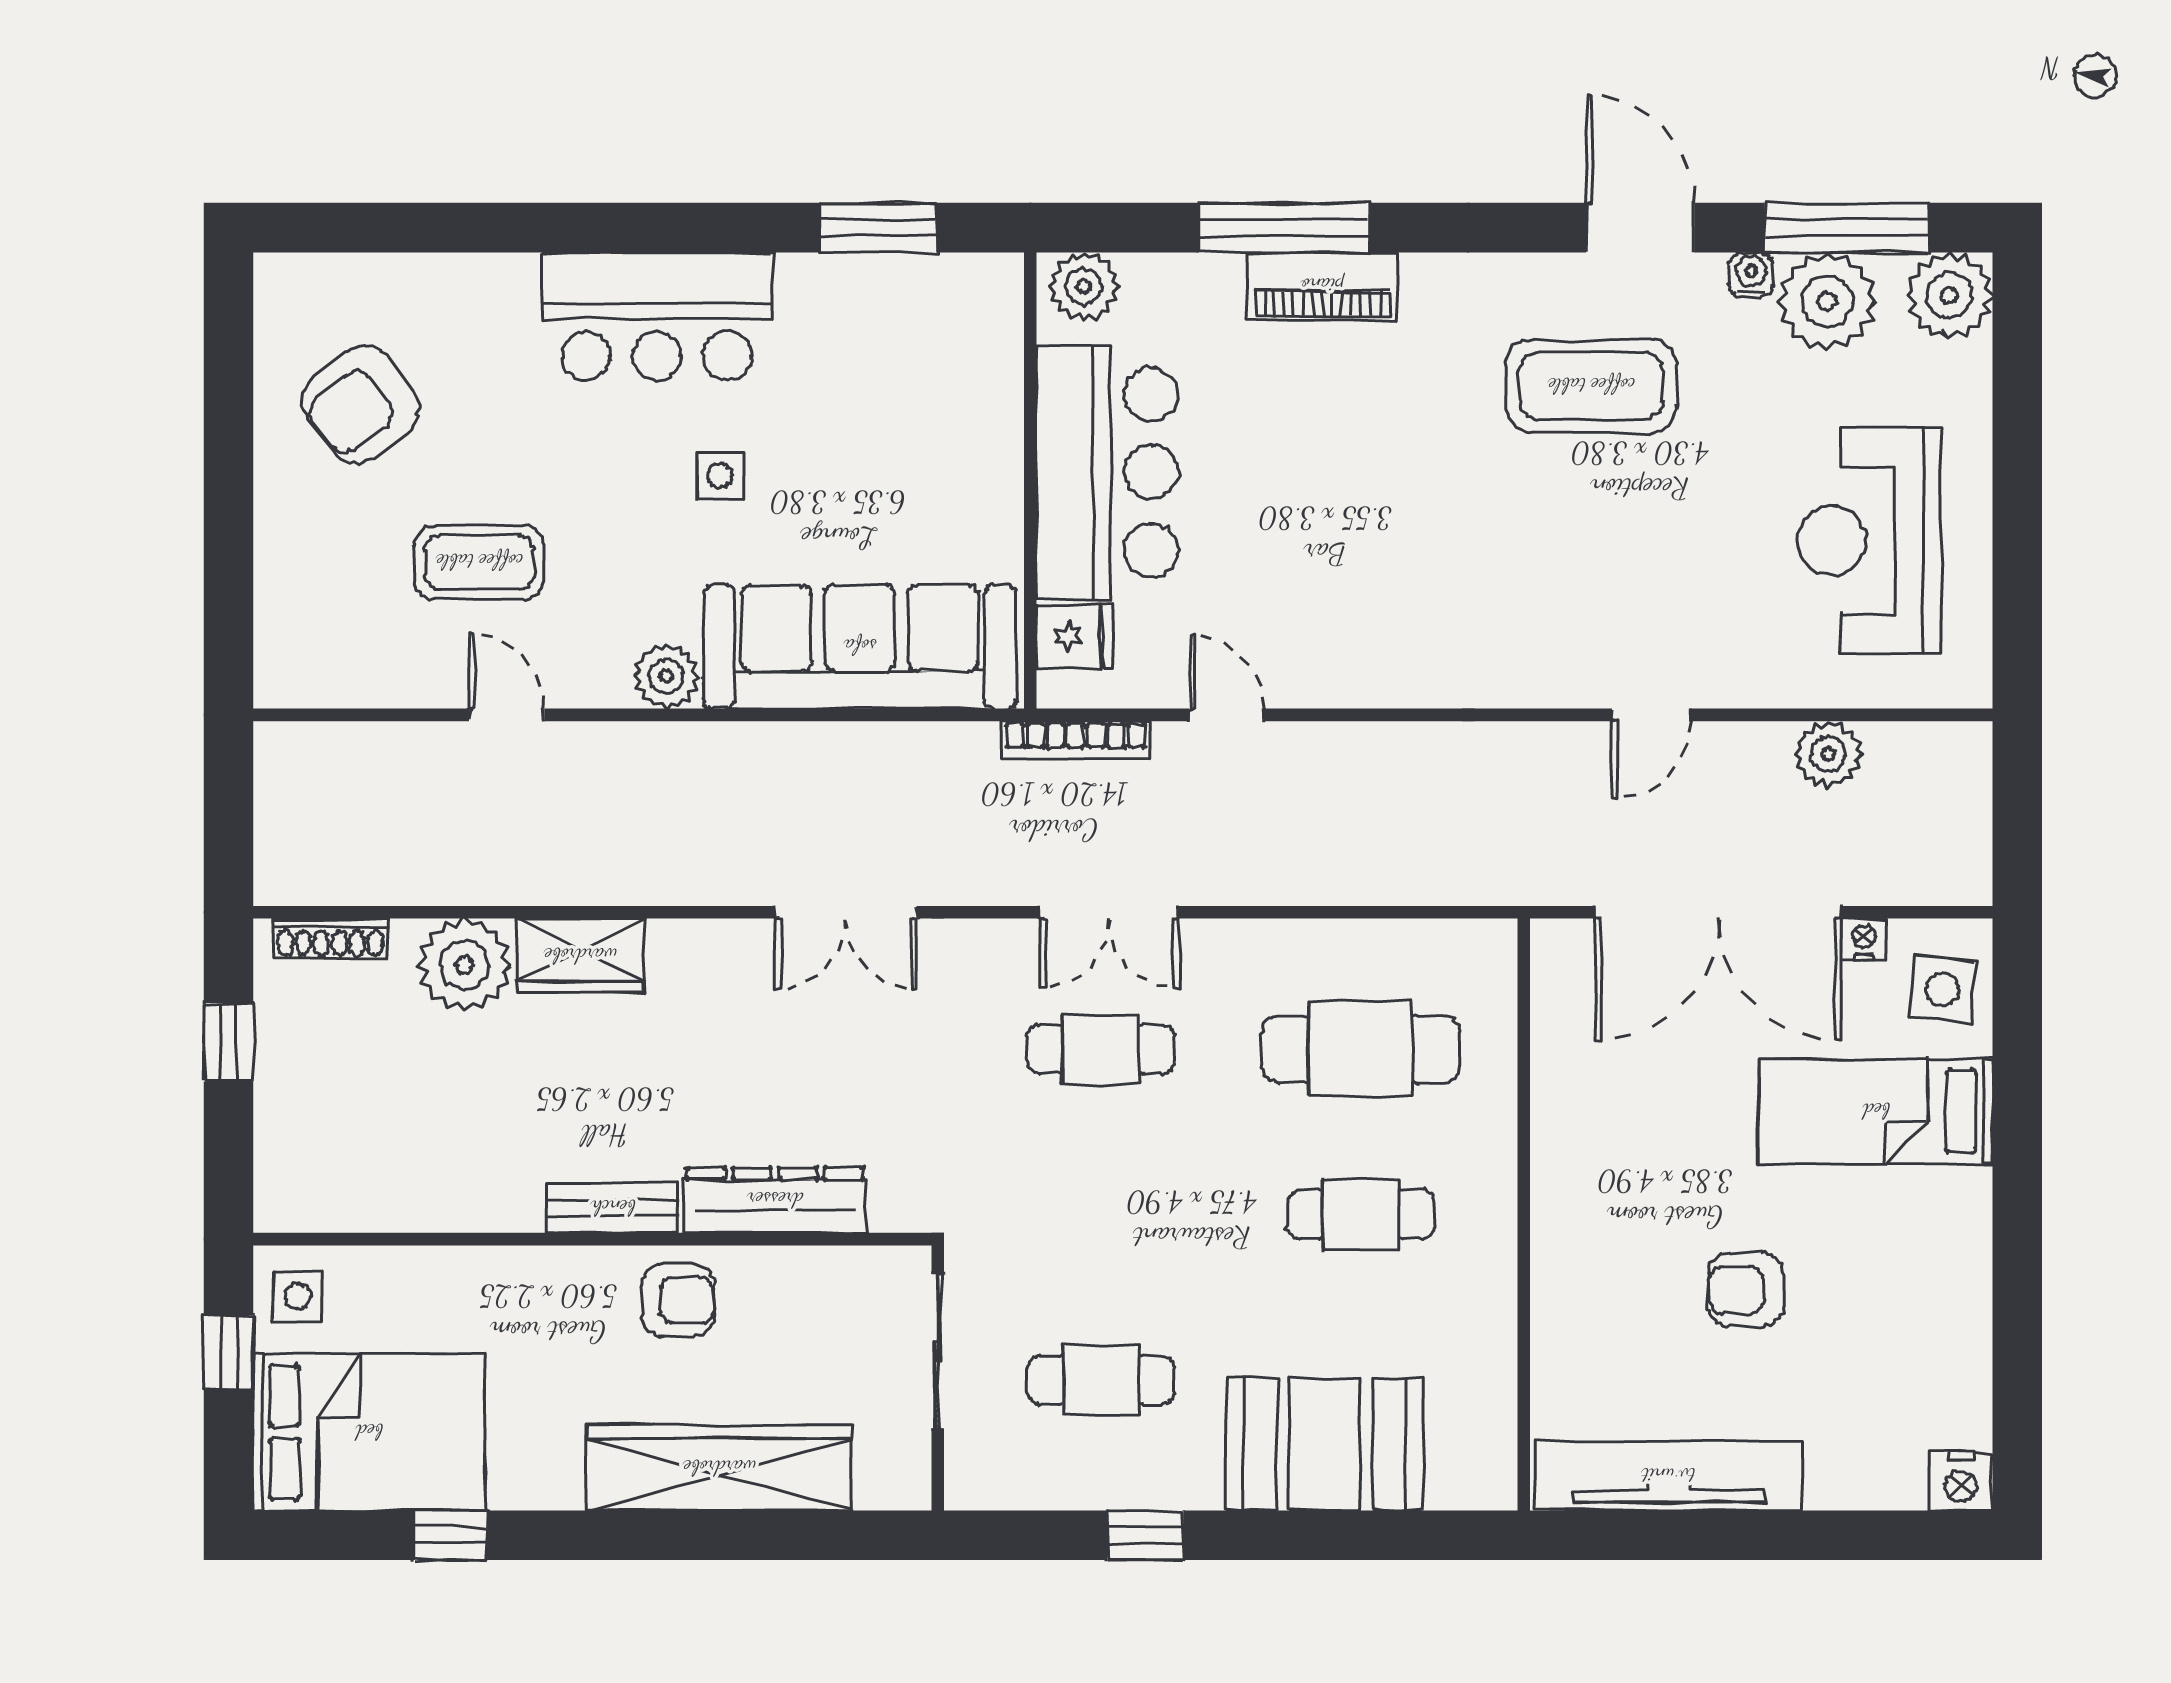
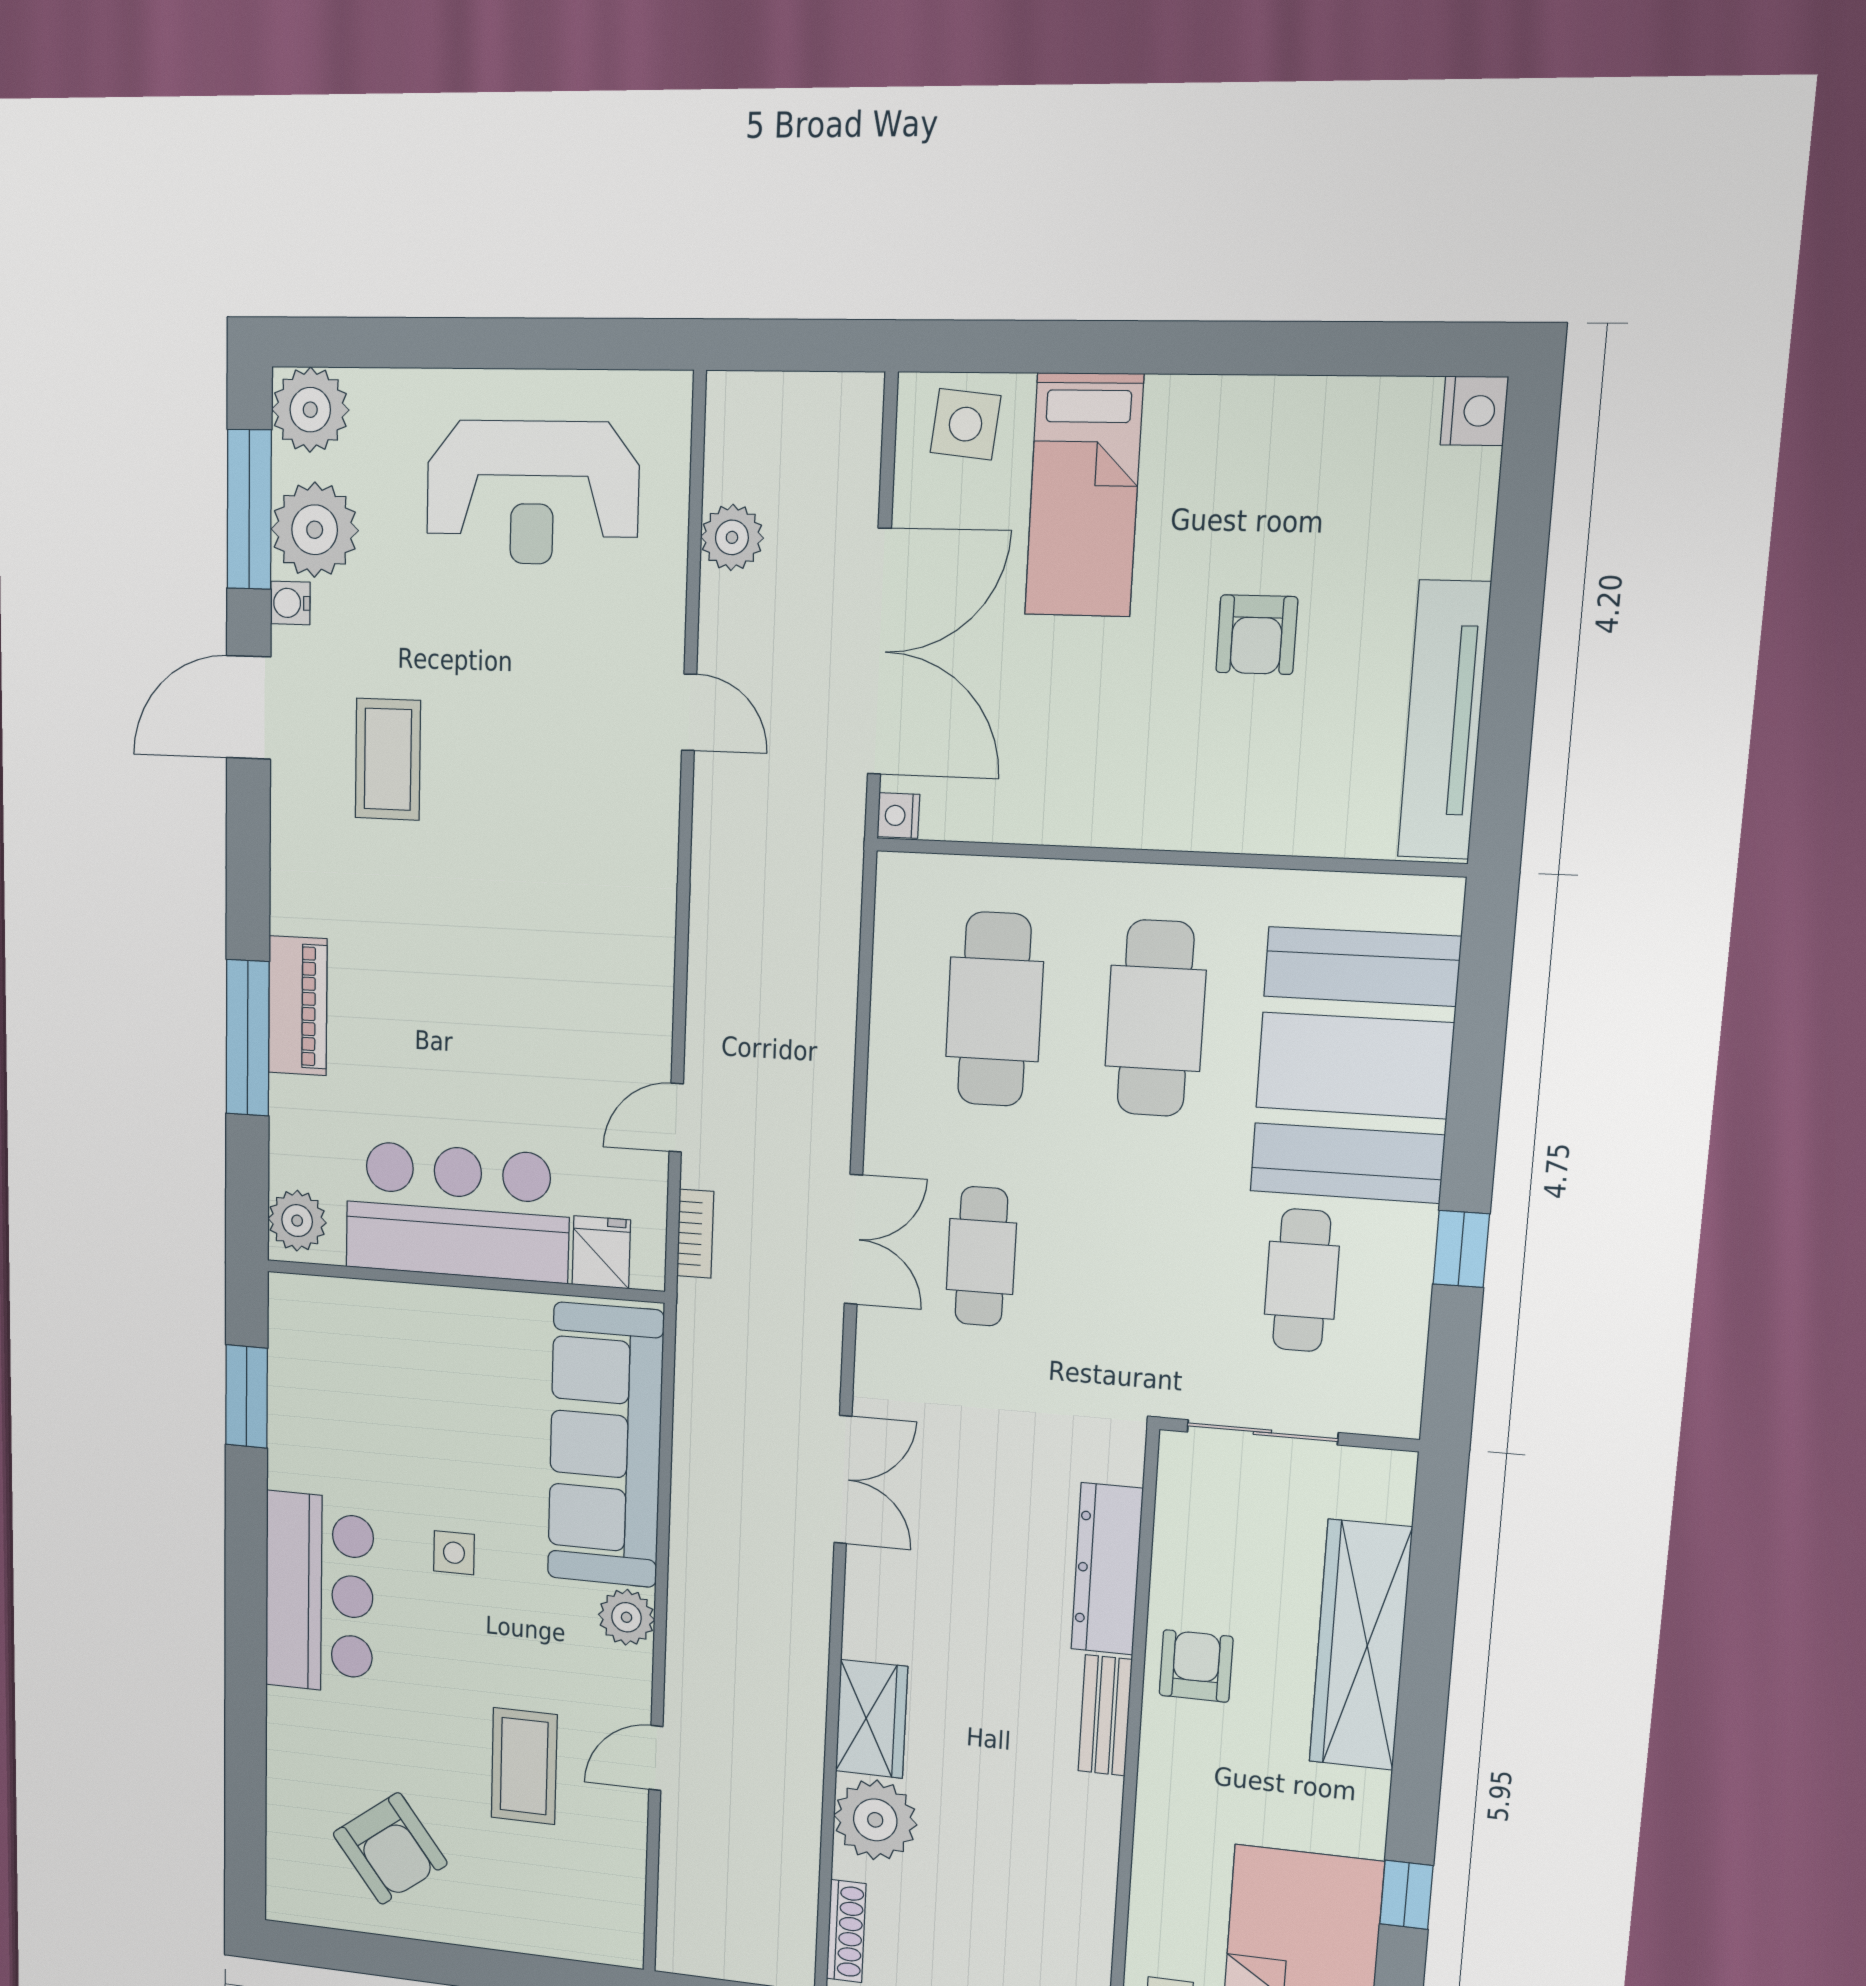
coffee table: (1591, 386) -> (388, 759), width x0.73, depth x0.76
bookcase: (1076, 740) -> (695, 1234), width x0.64
nightstand: (1864, 940) -> (898, 816), moved
cafe table: (1361, 1214) -> (1155, 1018), width x1.37, depth x1.35
booth: (1325, 1444) -> (1355, 1065), width x1.36, depth x1.42

